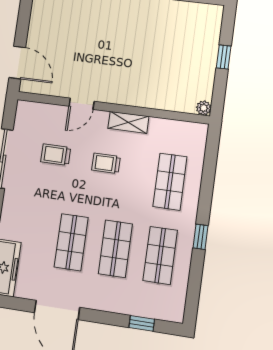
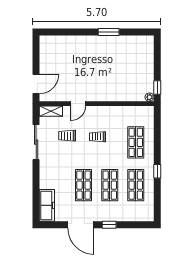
window: (224, 57) -> (157, 87), moved
door: (17, 63) -> (36, 84), hinge flipped
shelving: (128, 122) -> (51, 111), moved
window: (142, 323) -> (109, 225), moved

